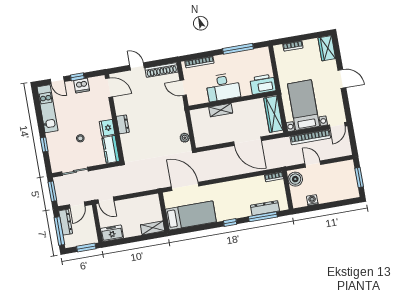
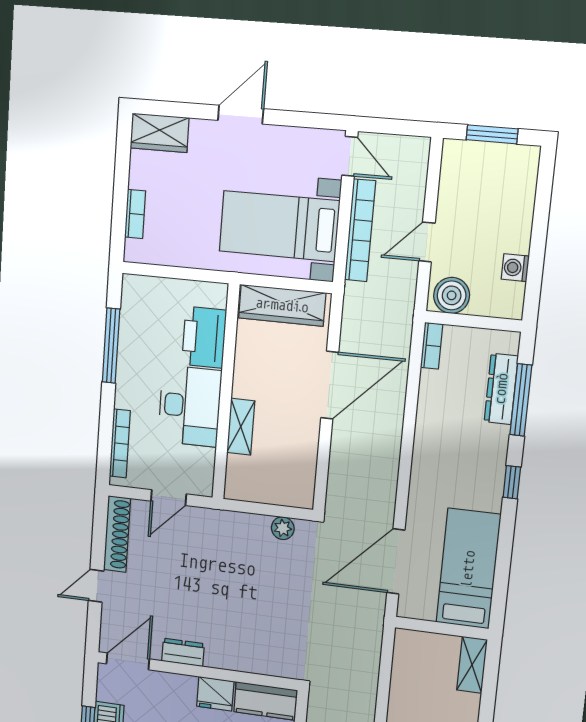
printer: (263, 84) -> (204, 337), moved
dresser: (123, 124) -> (183, 652), moved

